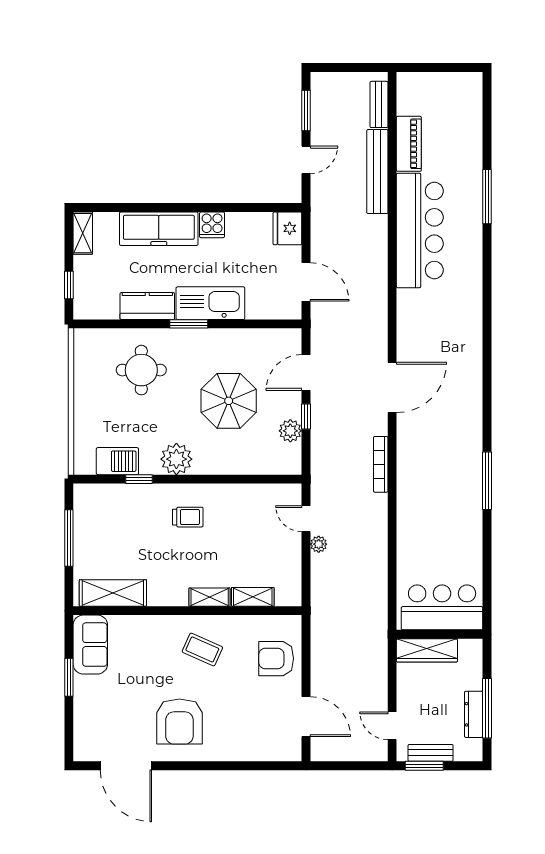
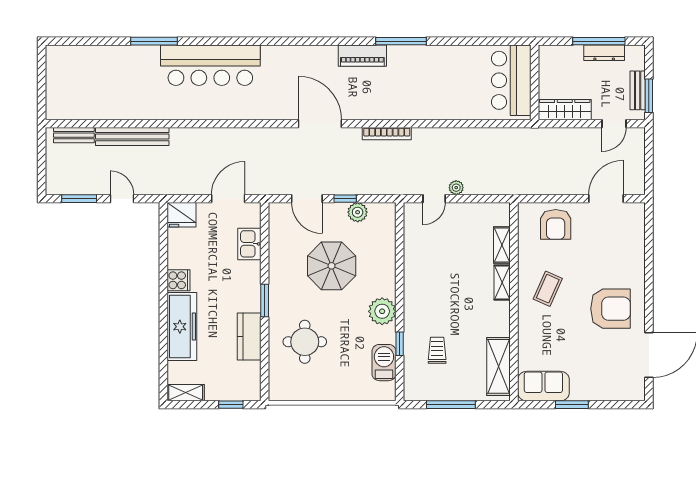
piano: (409, 144) -> (362, 56), moved, turned 180
bar counter: (420, 231) -> (210, 65), moved, turned 180
kitchen sink: (210, 303) -> (249, 244), moved, width x0.53, depth x0.81
trolley: (188, 517) -> (437, 350), moved
wardrobe: (427, 650) -> (565, 110), moved, turned -90

